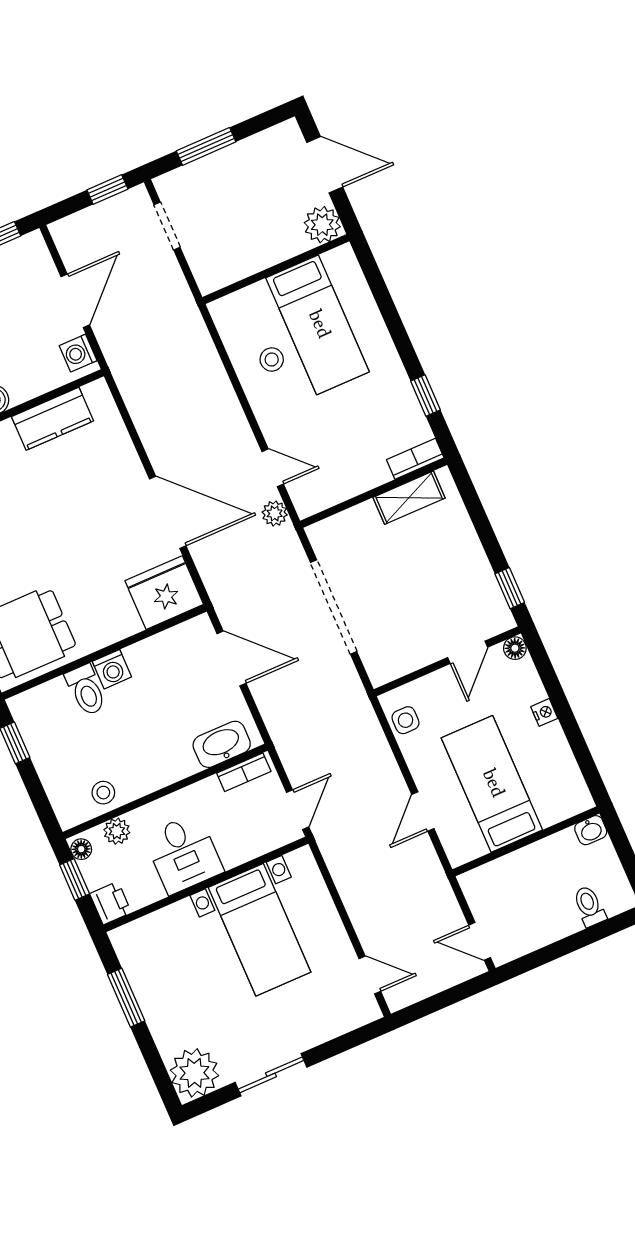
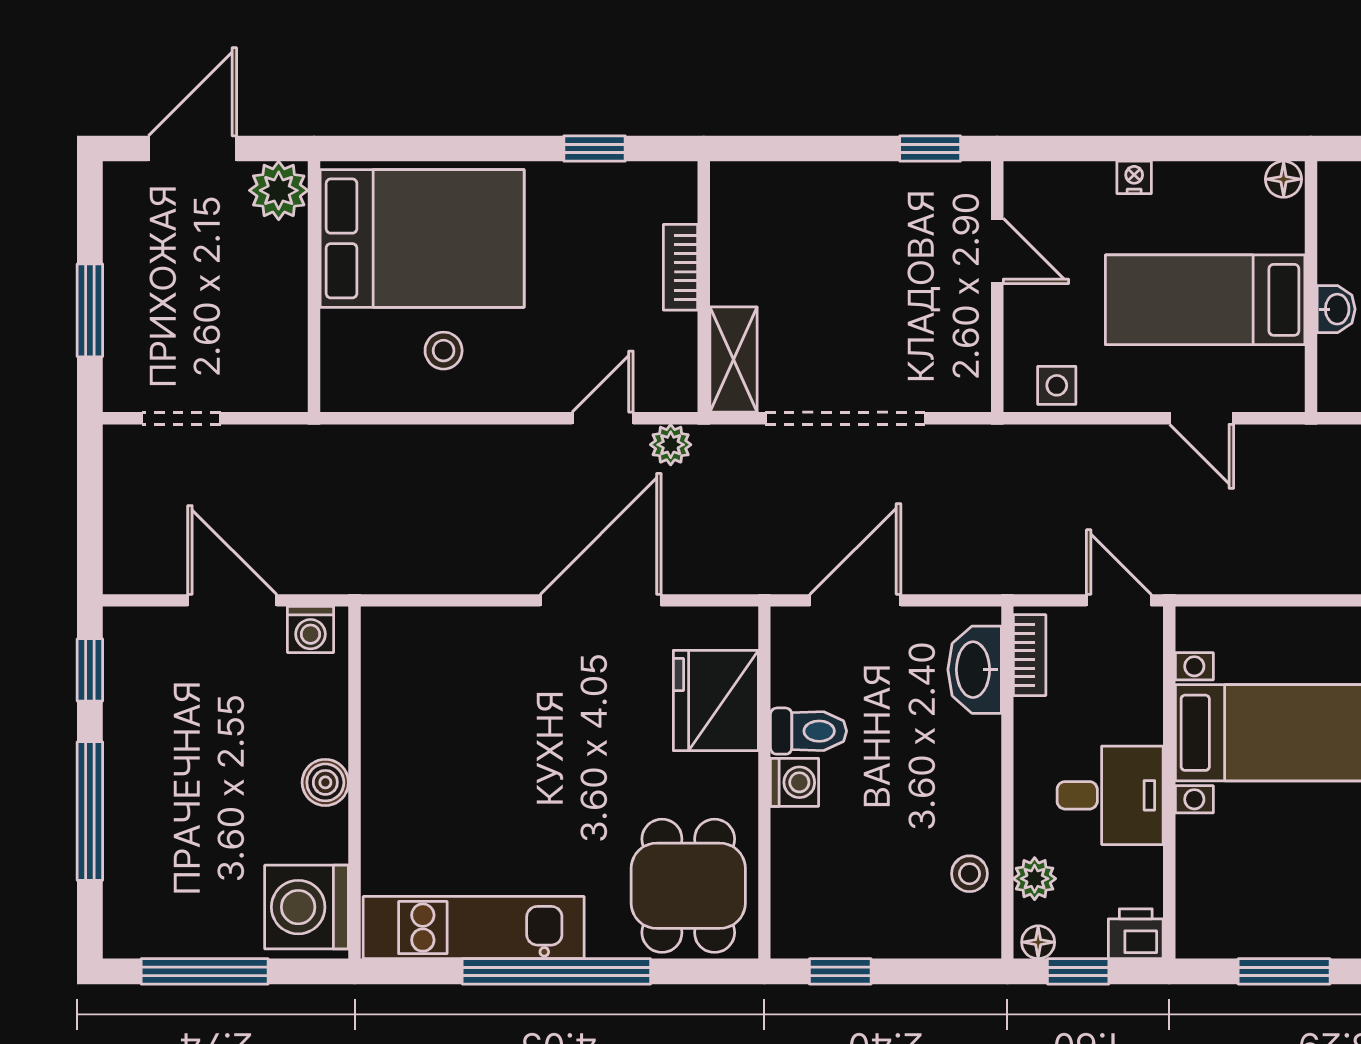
window: (107, 189) -> (90, 482), removed
bed: (318, 325) -> (422, 238), width x1.50
kitchen counter: (53, 419) -> (390, 709), removed
bookcase: (415, 459) -> (680, 267), moved
shelving: (409, 498) -> (733, 360), moved
fridge: (164, 593) -> (716, 701), moved
floor lamp: (515, 648) -> (1284, 179), moved
toilet: (86, 690) -> (809, 731), moved
washbasin: (591, 830) -> (1336, 309), moved

